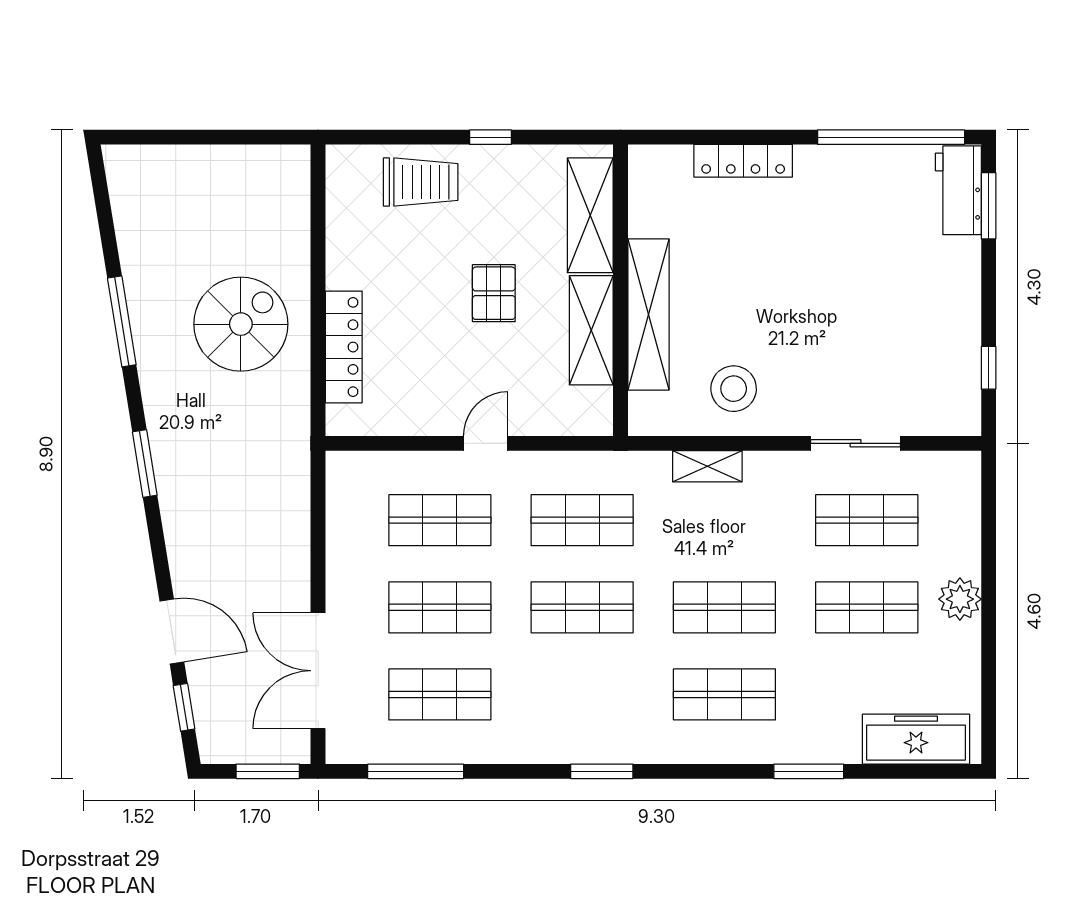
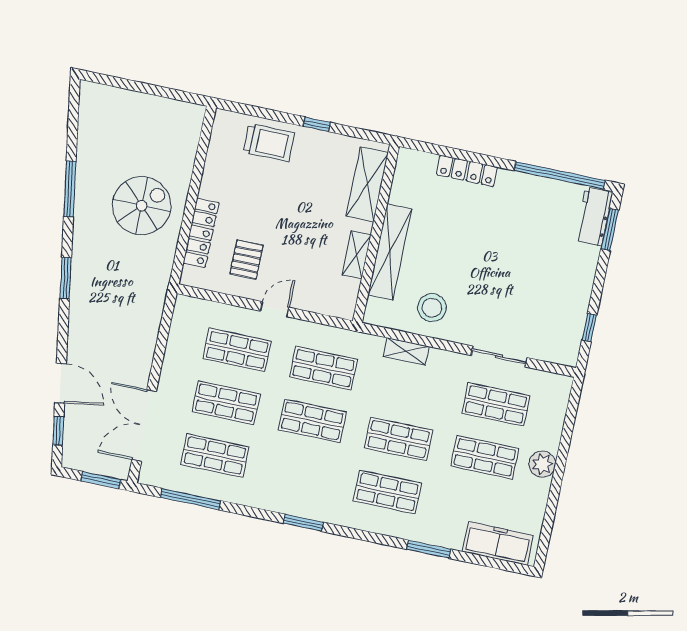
pallet: (494, 293) -> (246, 259), moved
shelving: (591, 330) -> (357, 255), width x0.67, depth x0.75

